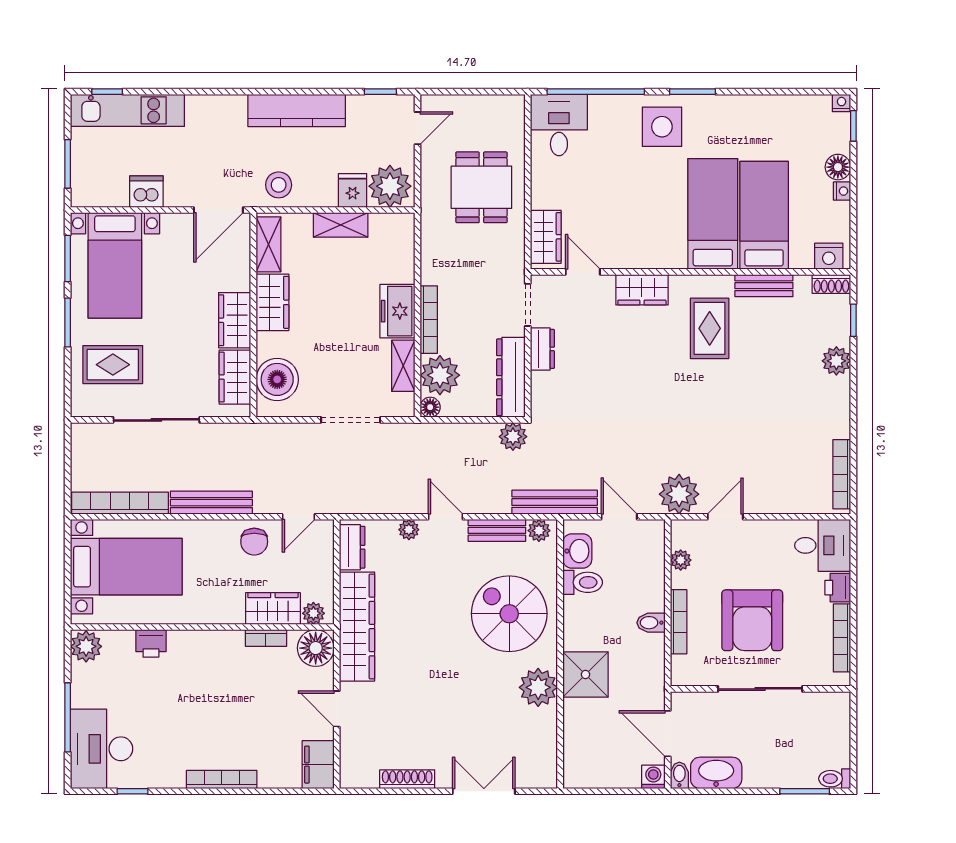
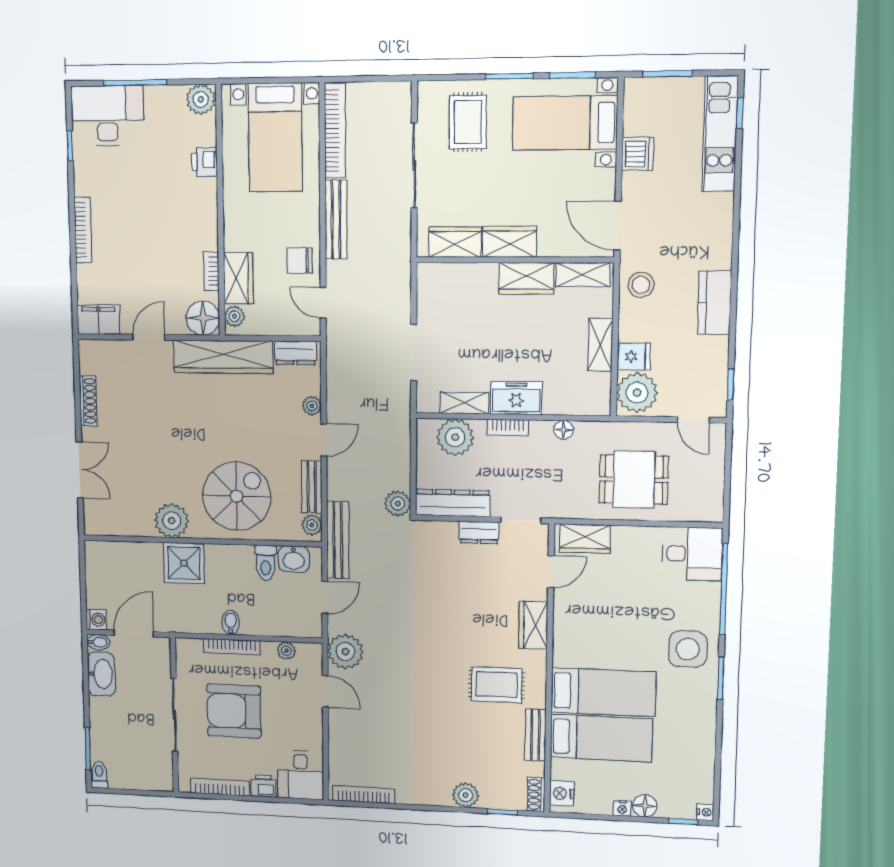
kitchen counter: (297, 110) -> (714, 303), width x0.67
bookcase: (429, 320) -> (508, 428), width x0.64
boiler: (277, 379) -> (452, 283), removed
floor lamp: (430, 407) -> (564, 430), moved

